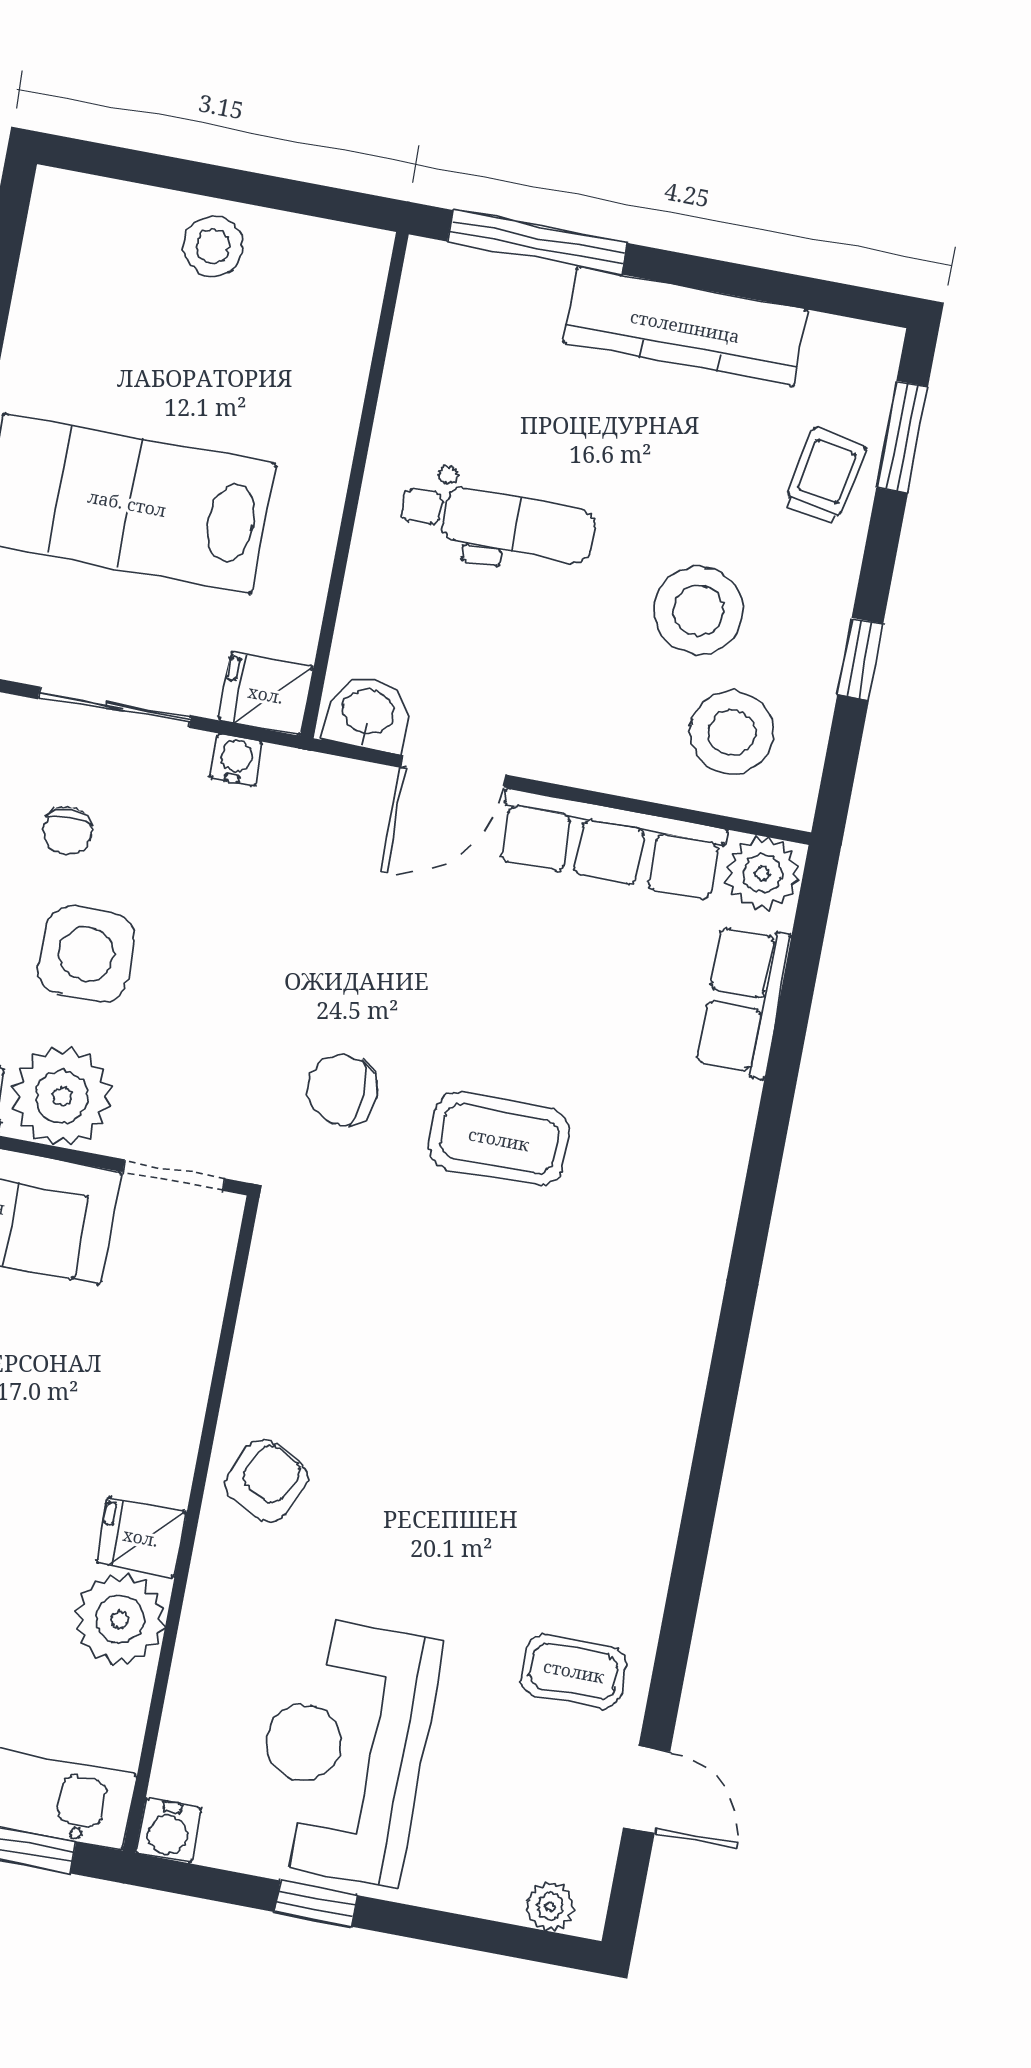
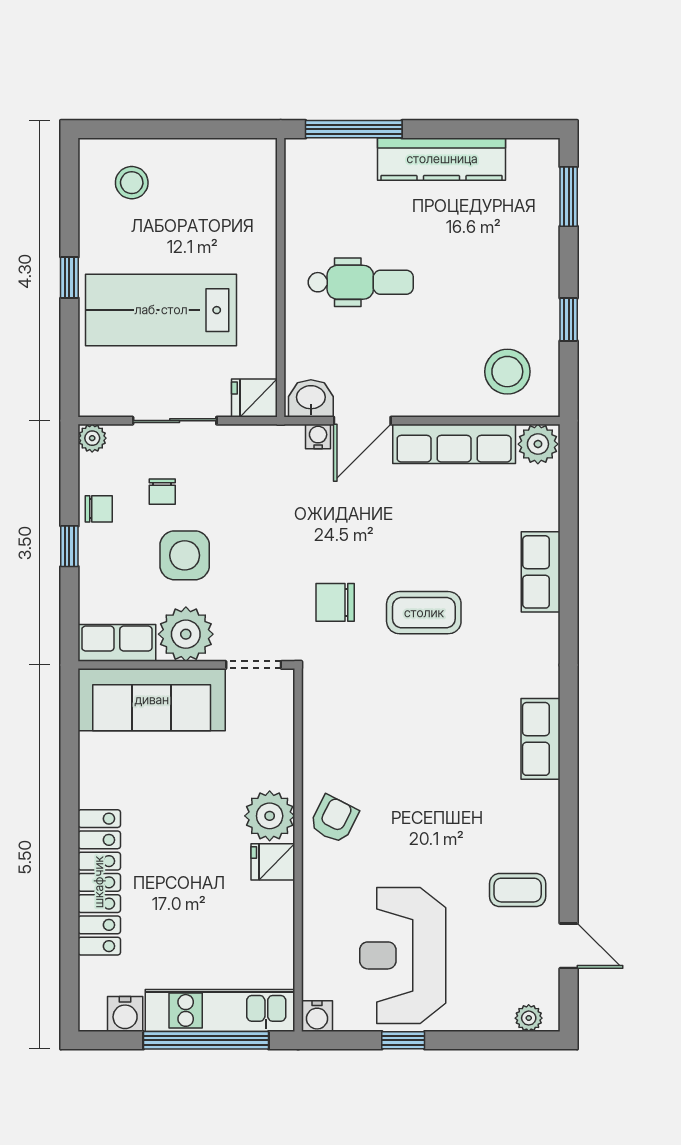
stool: (213, 246) -> (132, 183), moved
trolley: (825, 477) -> (531, 226), removed
stool: (698, 611) -> (477, 310), removed
water cooler: (236, 760) -> (318, 437), moved
row of seats: (743, 1001) -> (541, 572), moved
row of seats: (666, 1407) -> (541, 739), added
plant: (120, 1619) -> (270, 816), moved

